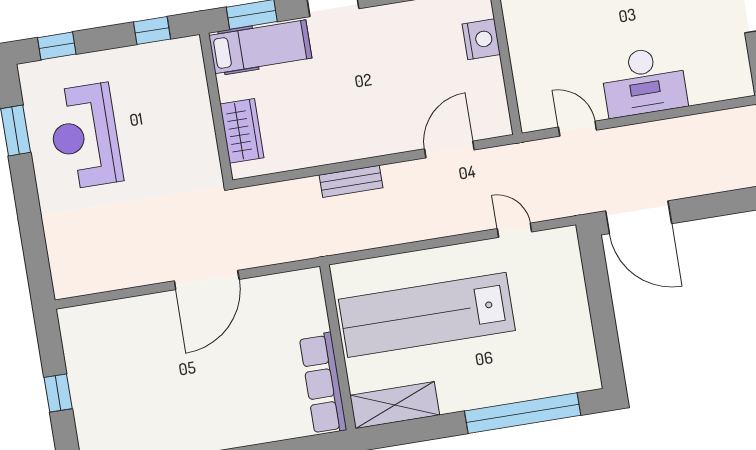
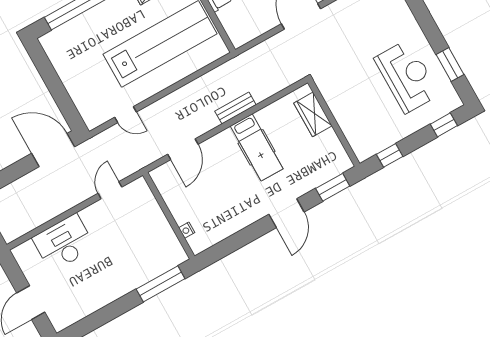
nightstand: (481, 39) -> (187, 230), width x0.53, depth x0.56
hospital bed: (260, 47) -> (257, 147), moved, turned -90
desk: (644, 82) -> (64, 243), moved
door: (577, 129) -> (110, 190), swing flipped

